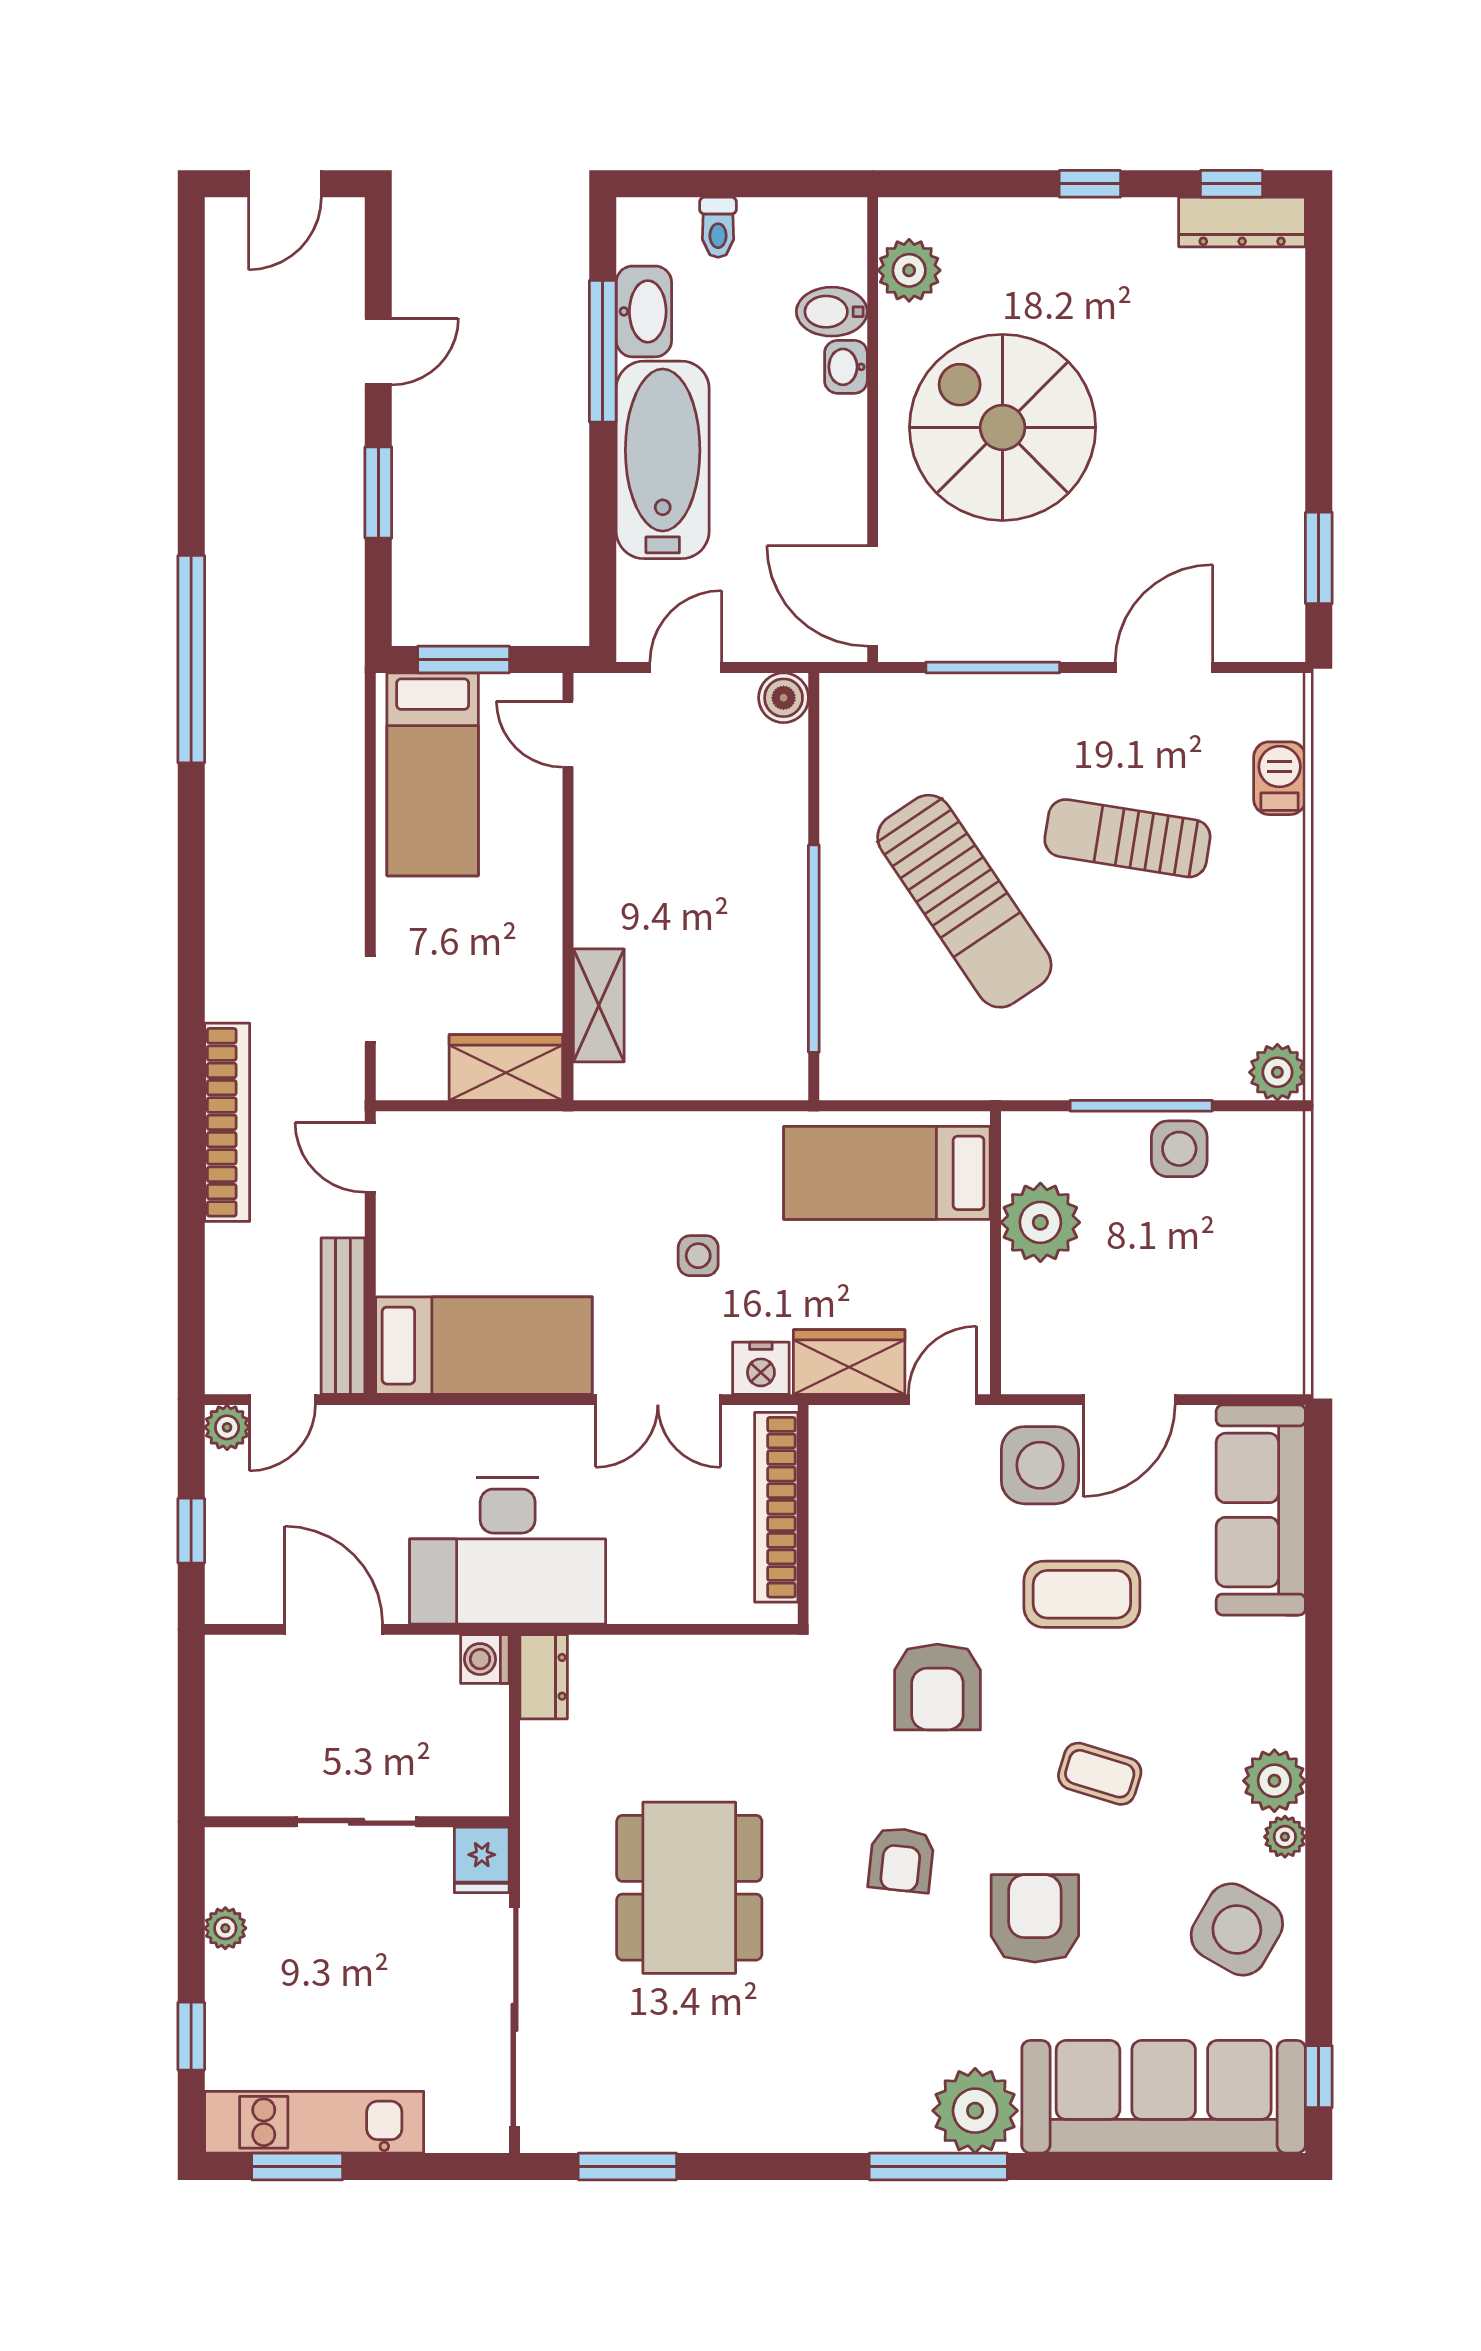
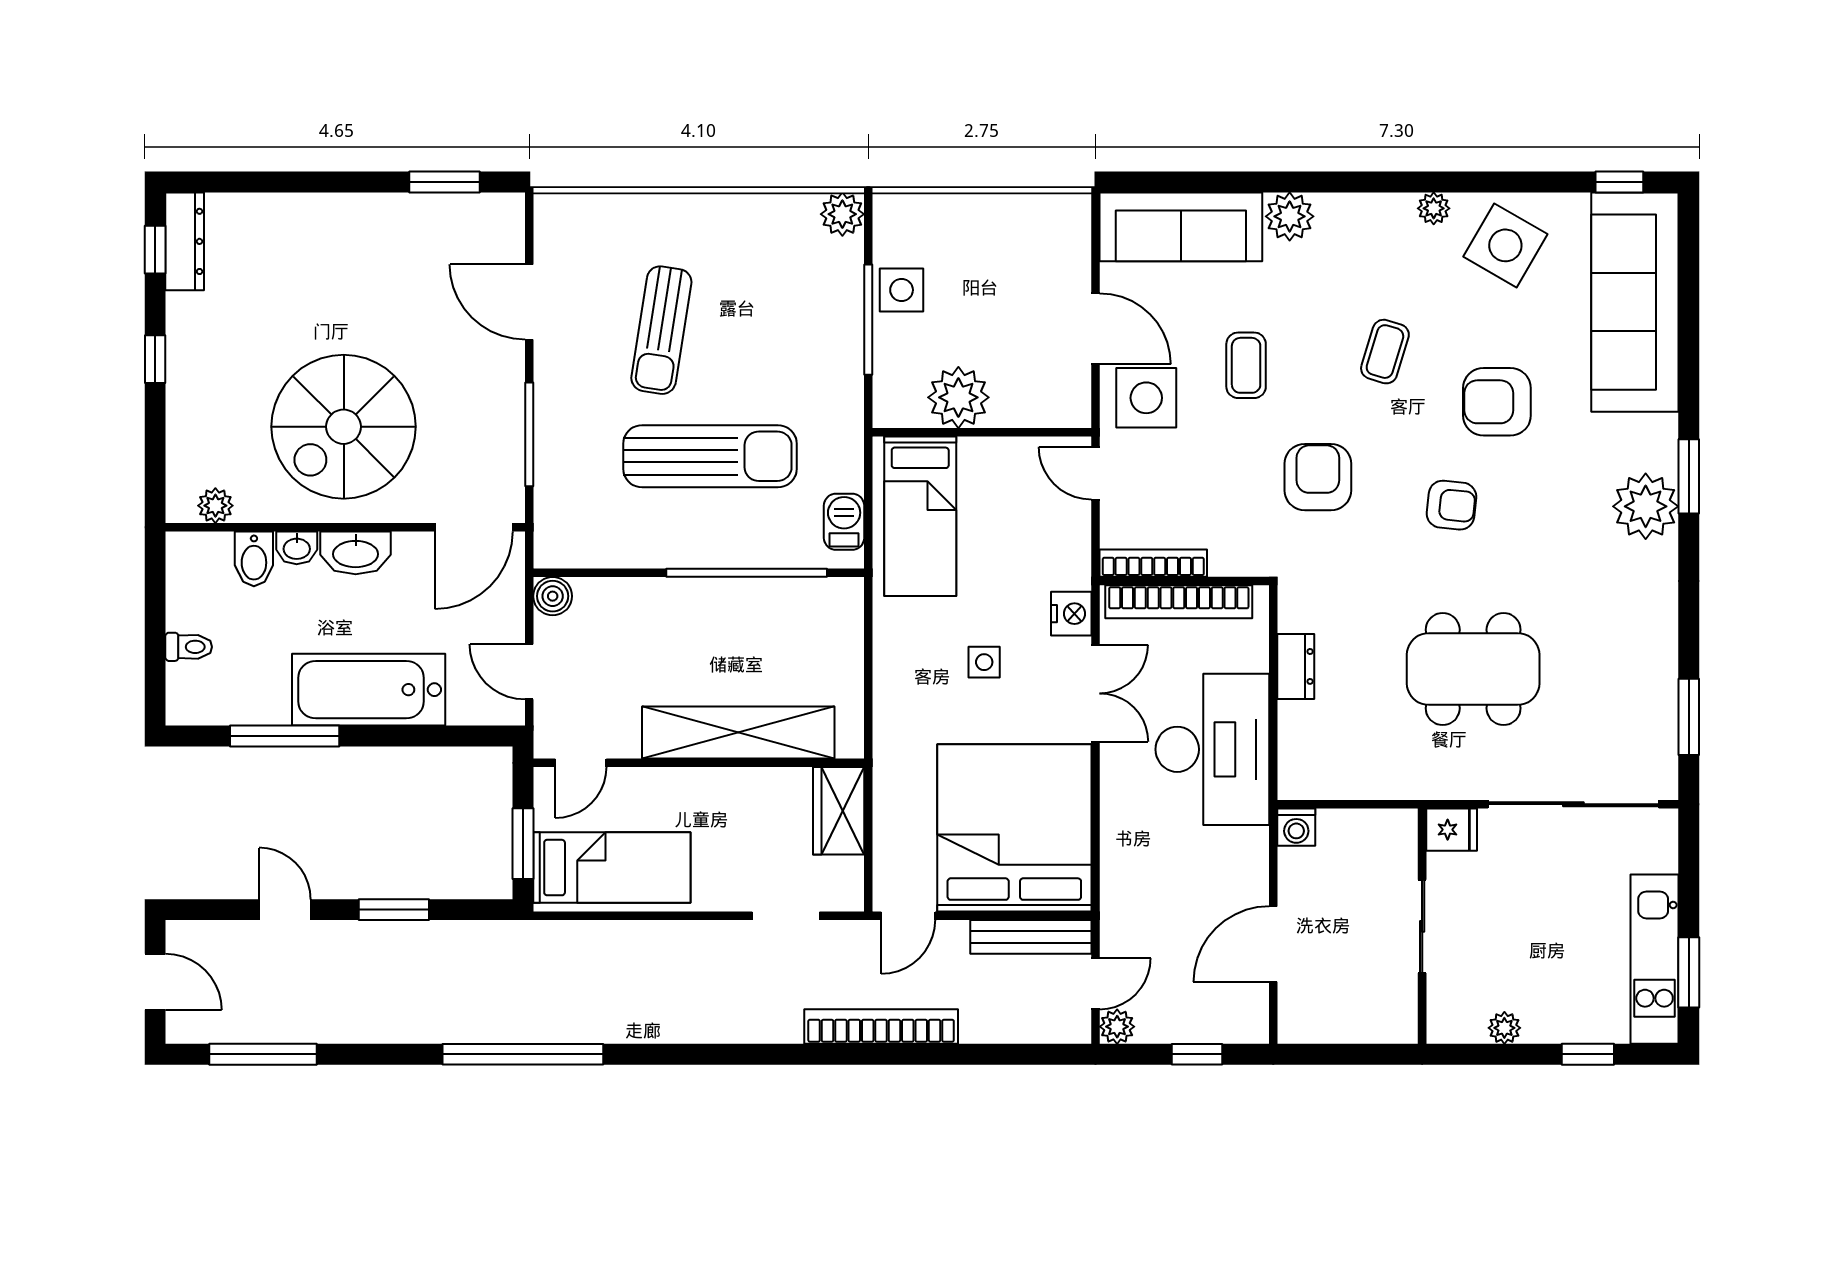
plant: (909, 270) -> (215, 506), width x0.73, depth x0.73
washbasin: (644, 311) -> (356, 553), moved, turned 180
window: (191, 323) -> (263, 1054), added
barbecue: (1280, 778) -> (844, 522), moved, turned 90
sun lounger: (964, 901) -> (710, 456), turned 34
shelving: (599, 1005) -> (738, 733), width x2.20, depth x1.33
bed: (484, 1346) -> (1014, 828), width x2.04
wardrobe: (849, 1362) -> (1066, 545), removed
door: (282, 1400) -> (1096, 984), hinge flipped
bookcase: (826, 1474) -> (1153, 563), added
desk: (508, 1551) -> (1212, 749), moved
coffee table: (1082, 1594) -> (1246, 365), width x0.73, depth x0.77
dresser: (544, 1677) -> (1296, 666), moved, turned 90
armchair: (937, 1687) -> (1318, 477), turned -90
plant: (1274, 1781) -> (1290, 216), moved
plant: (975, 2111) -> (1646, 506), moved
window: (938, 2166) -> (1689, 476), width x0.69

